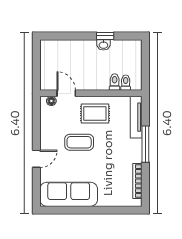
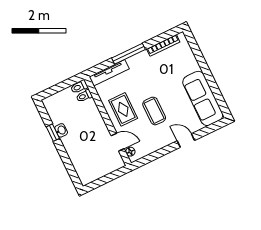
toilet: (115, 82) -> (79, 87), moved
door: (66, 93) -> (118, 142), swing flipped

